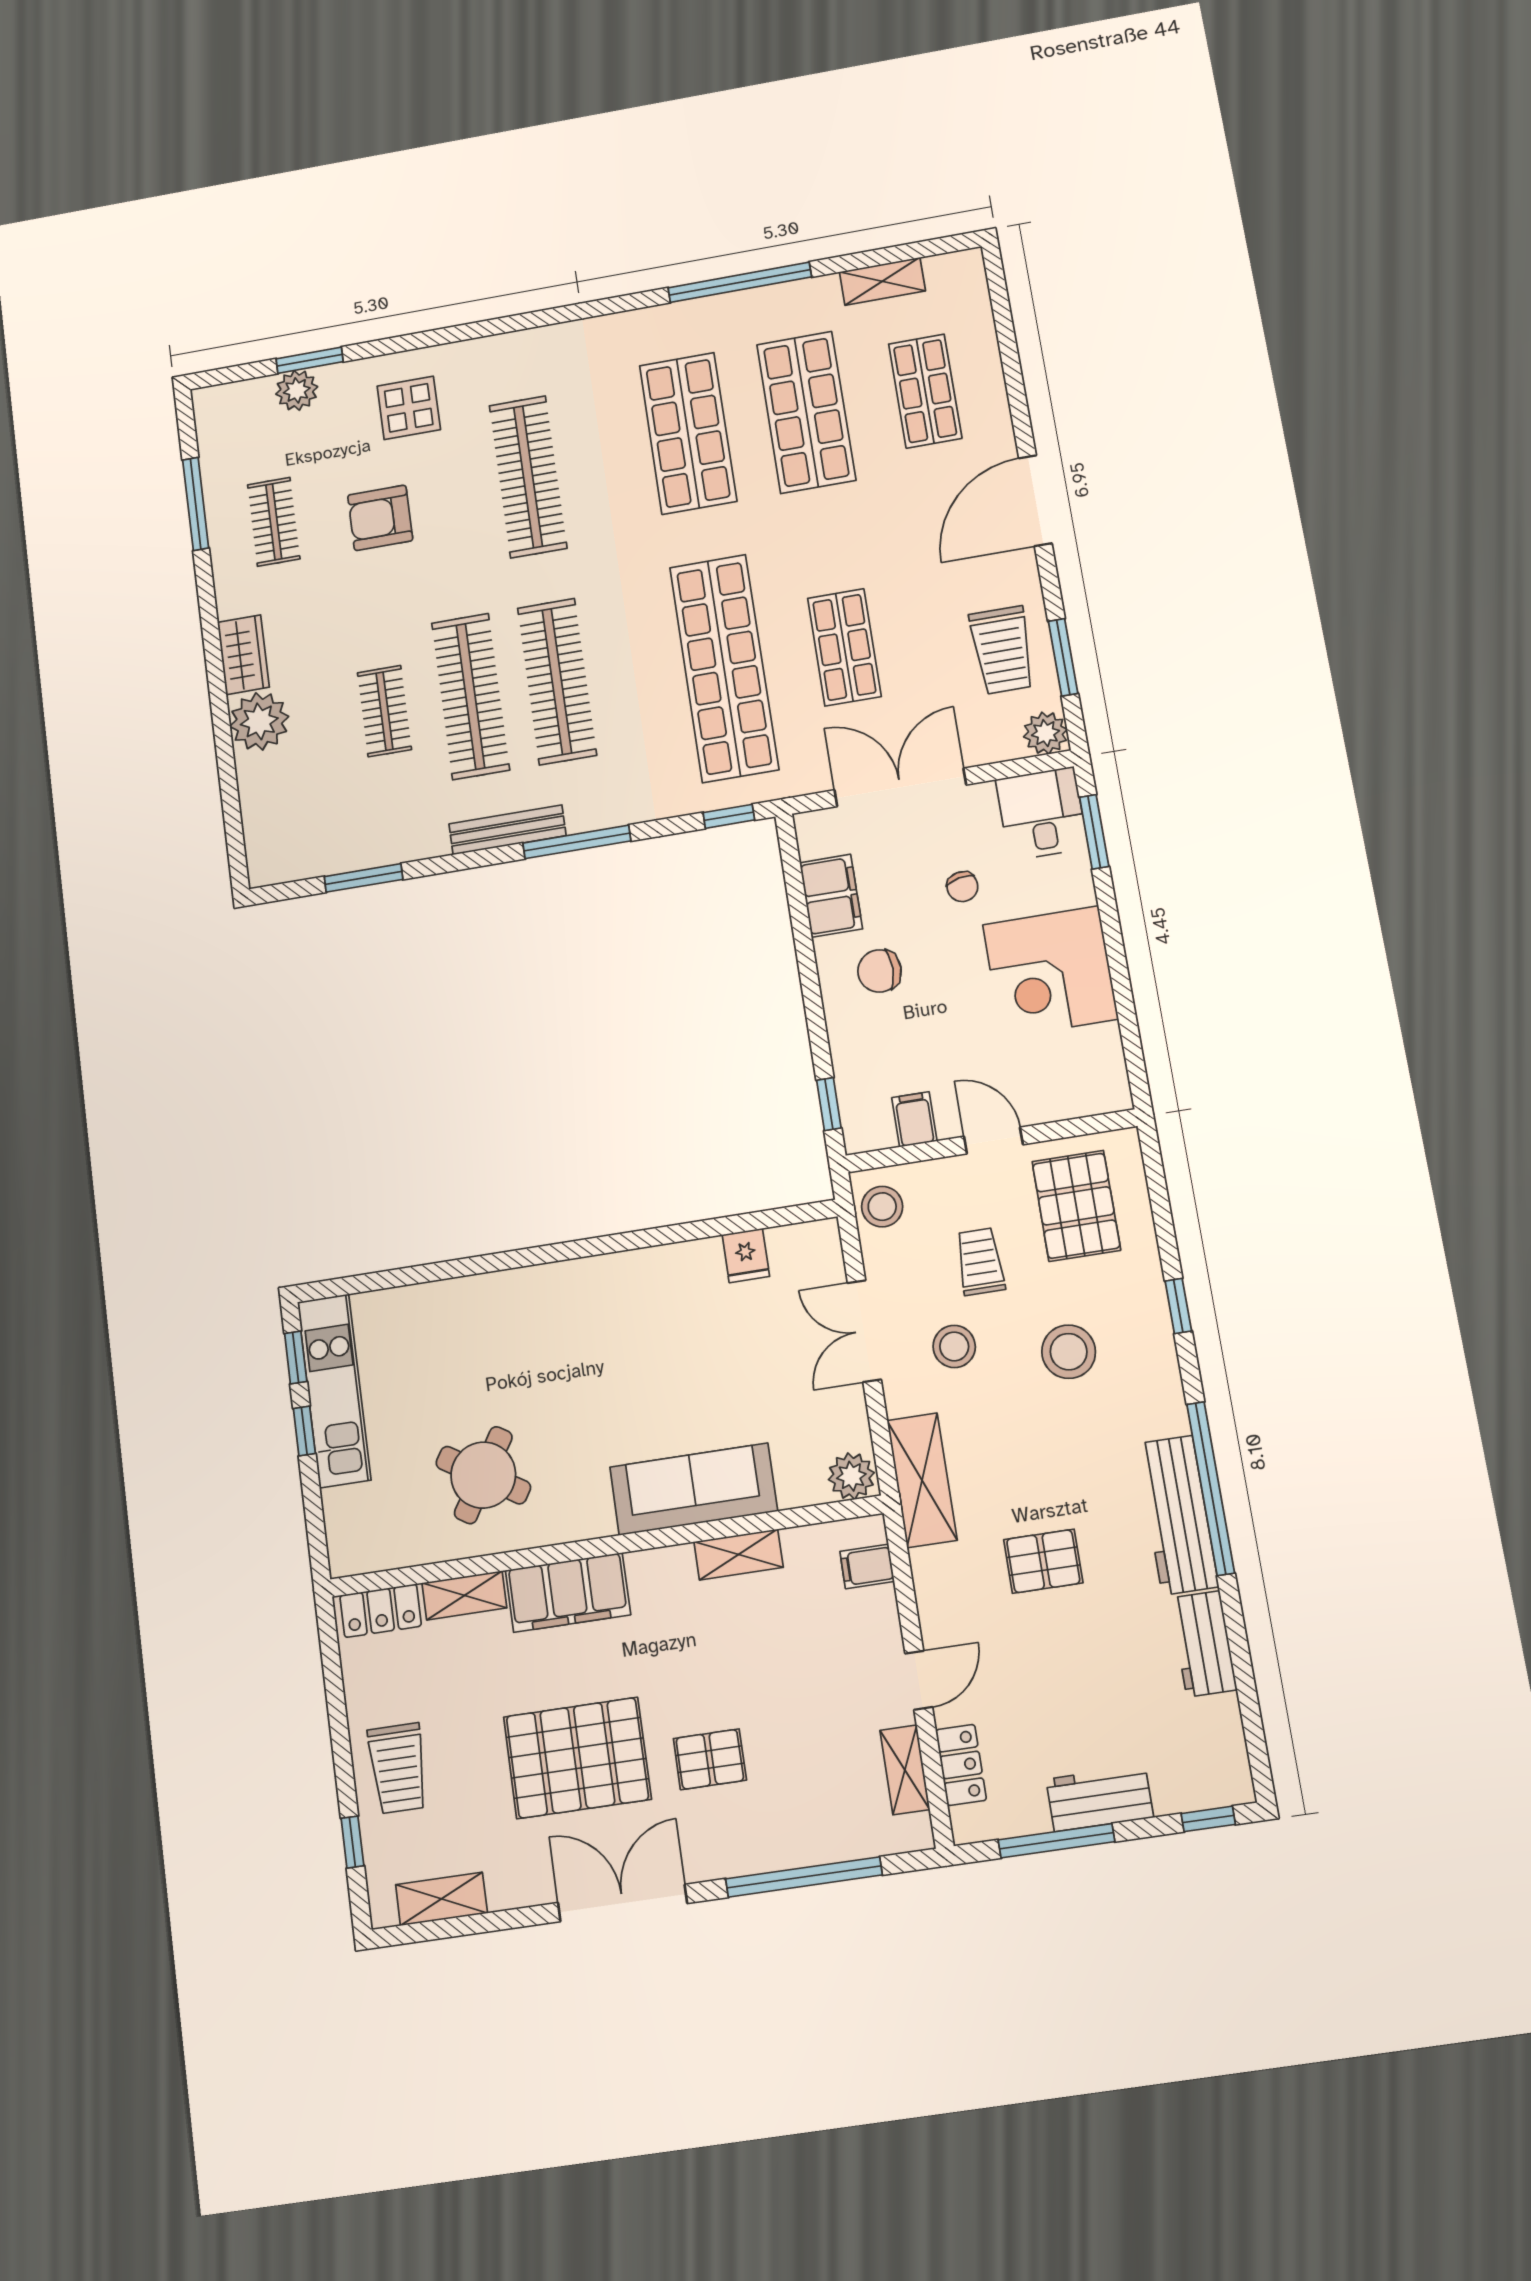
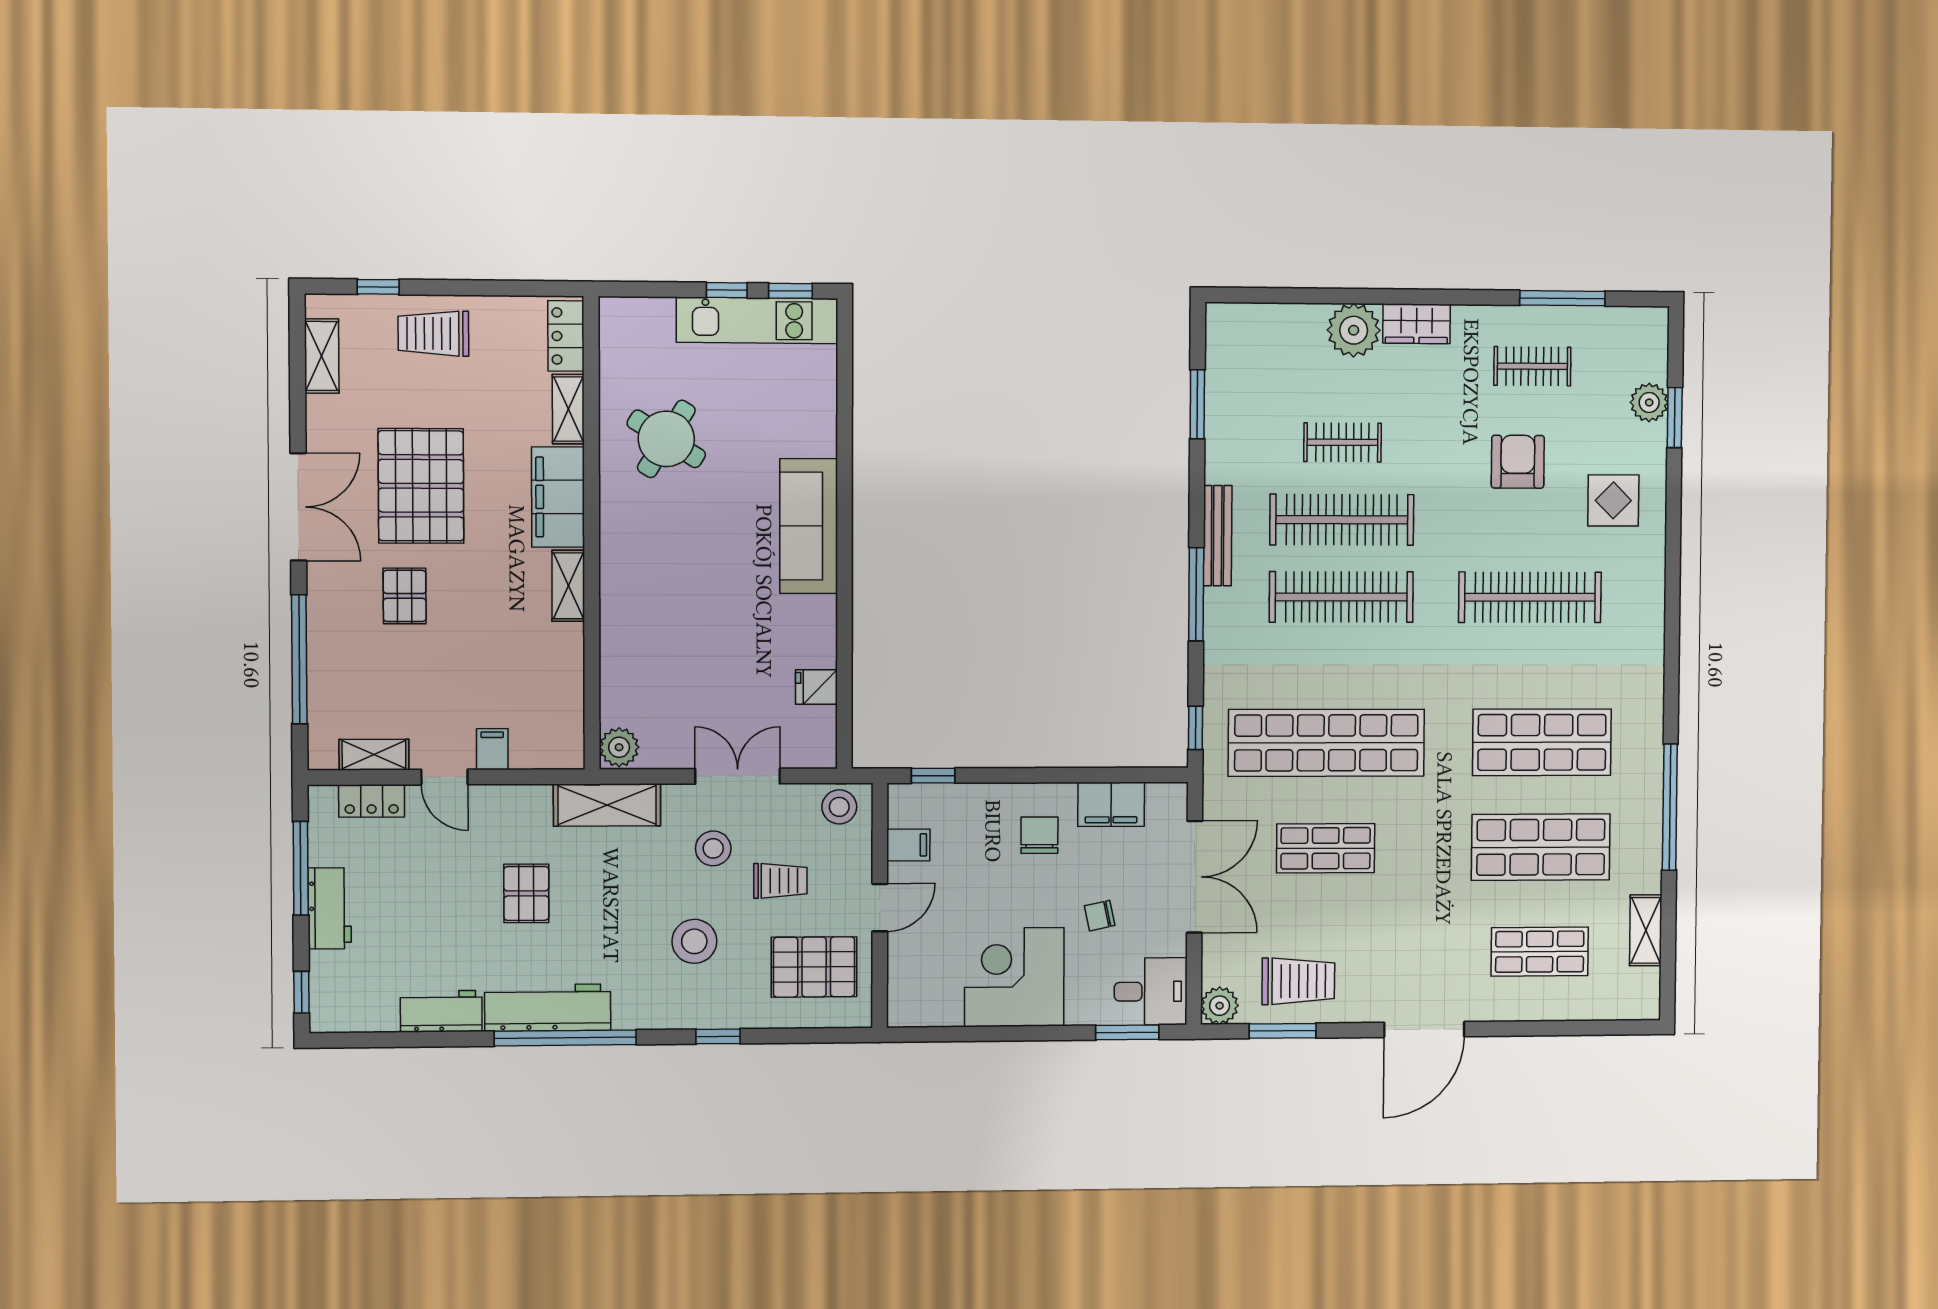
door: (1035, 501) -> (1424, 1029), swing flipped
trolley: (1002, 650) -> (1298, 981), turned 180
sofa: (694, 1489) -> (809, 526), moved, turned 180
shelving: (739, 1555) -> (568, 586), moved
filing cabinet: (867, 1566) -> (492, 749), moved

